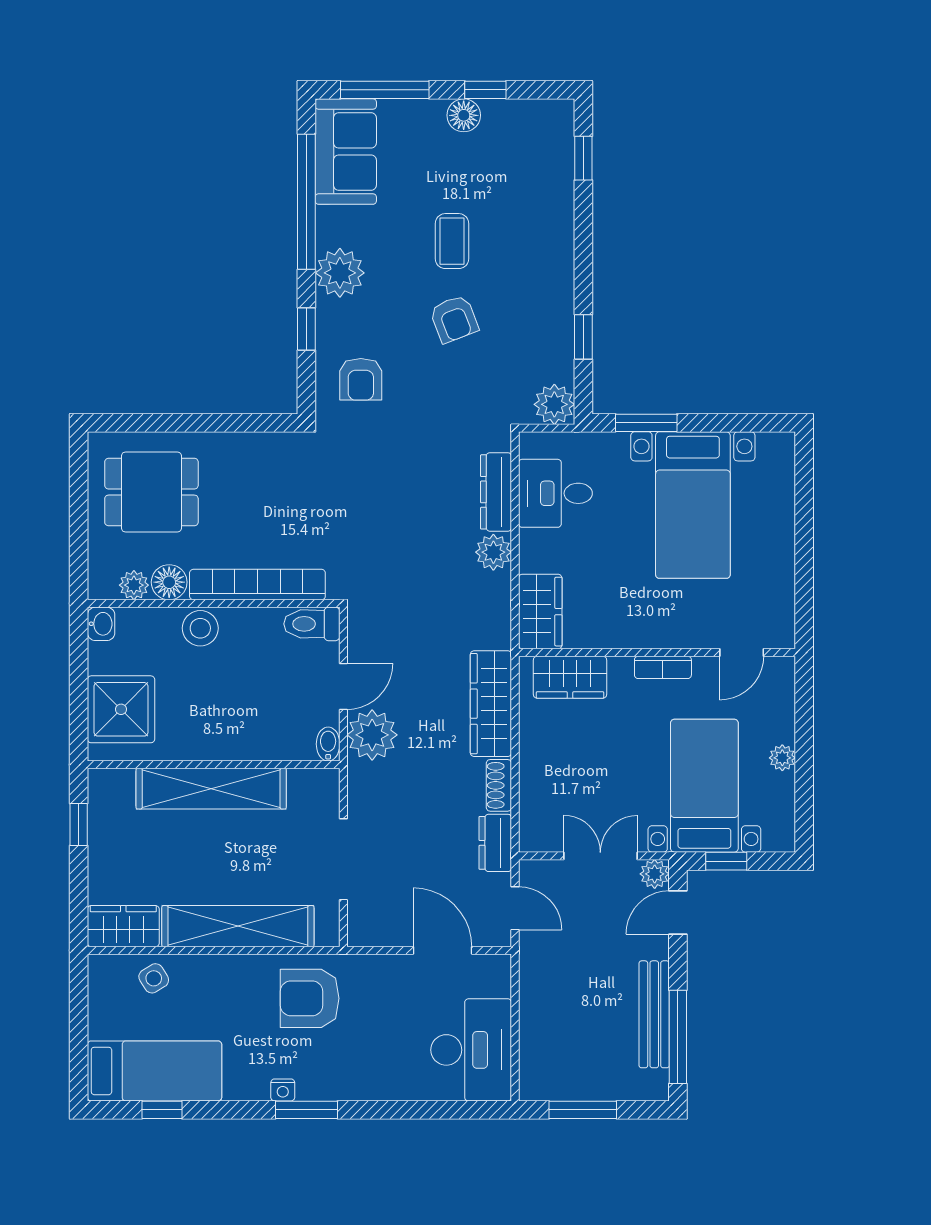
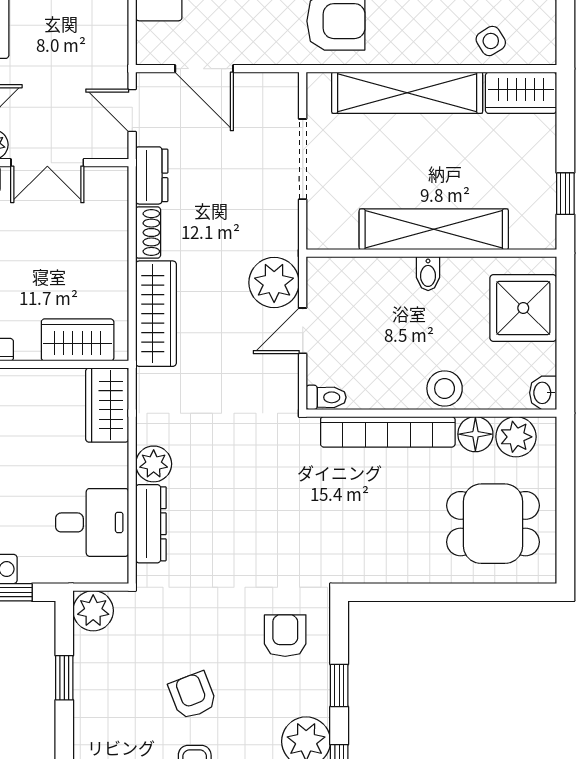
plant: (134, 585) -> (516, 437), width x1.38, depth x1.38
toilet: (312, 624) -> (326, 397), width x0.73, depth x0.72
bidet: (328, 744) -> (428, 274), moved

